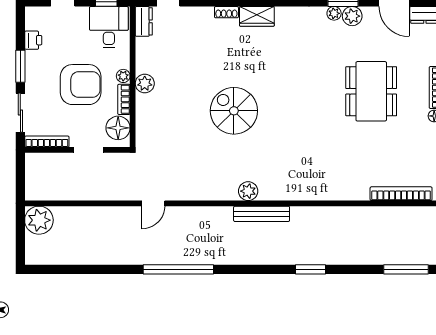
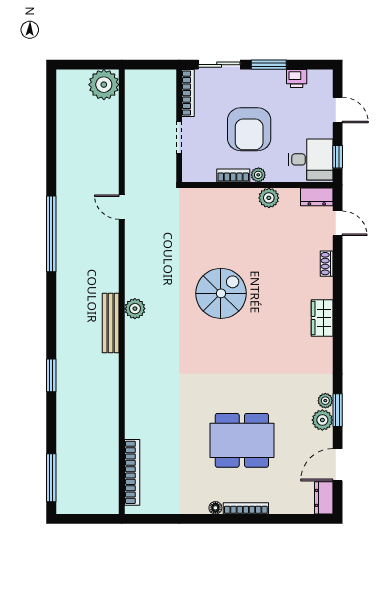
shoe rack: (226, 12) -> (327, 264), moved
plant: (145, 83) -> (269, 198), moved
floor lamp: (118, 128) -> (203, 169), removed

